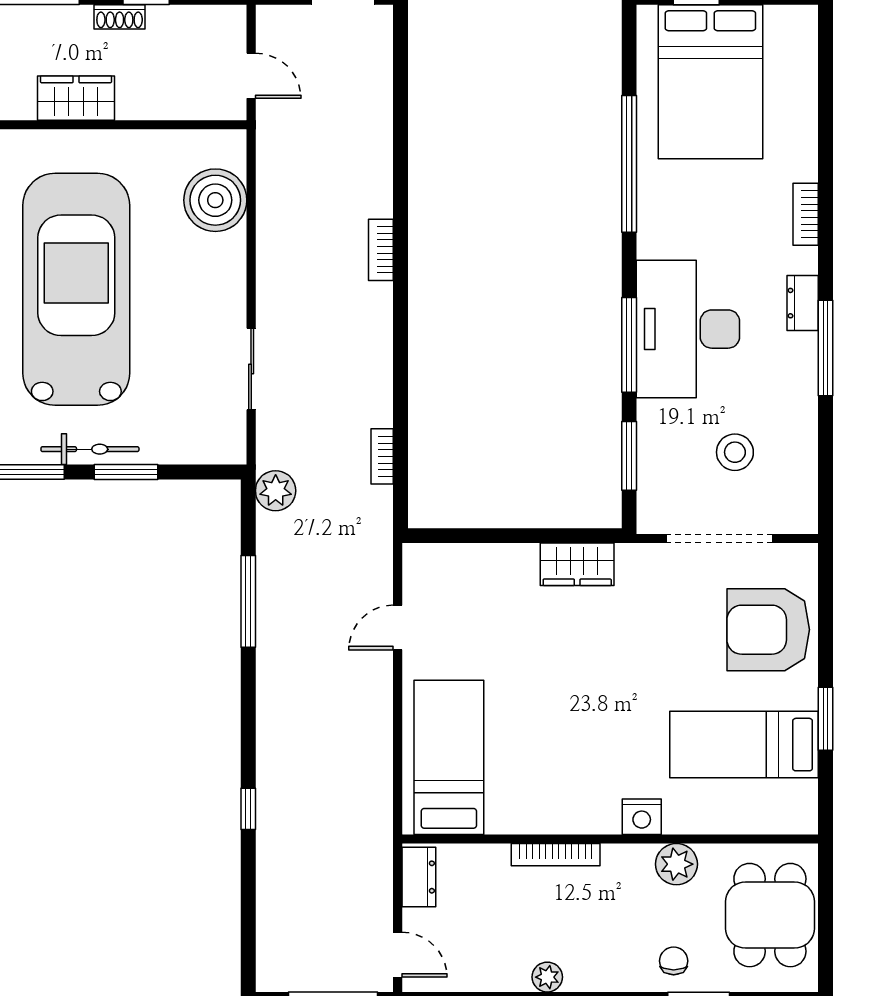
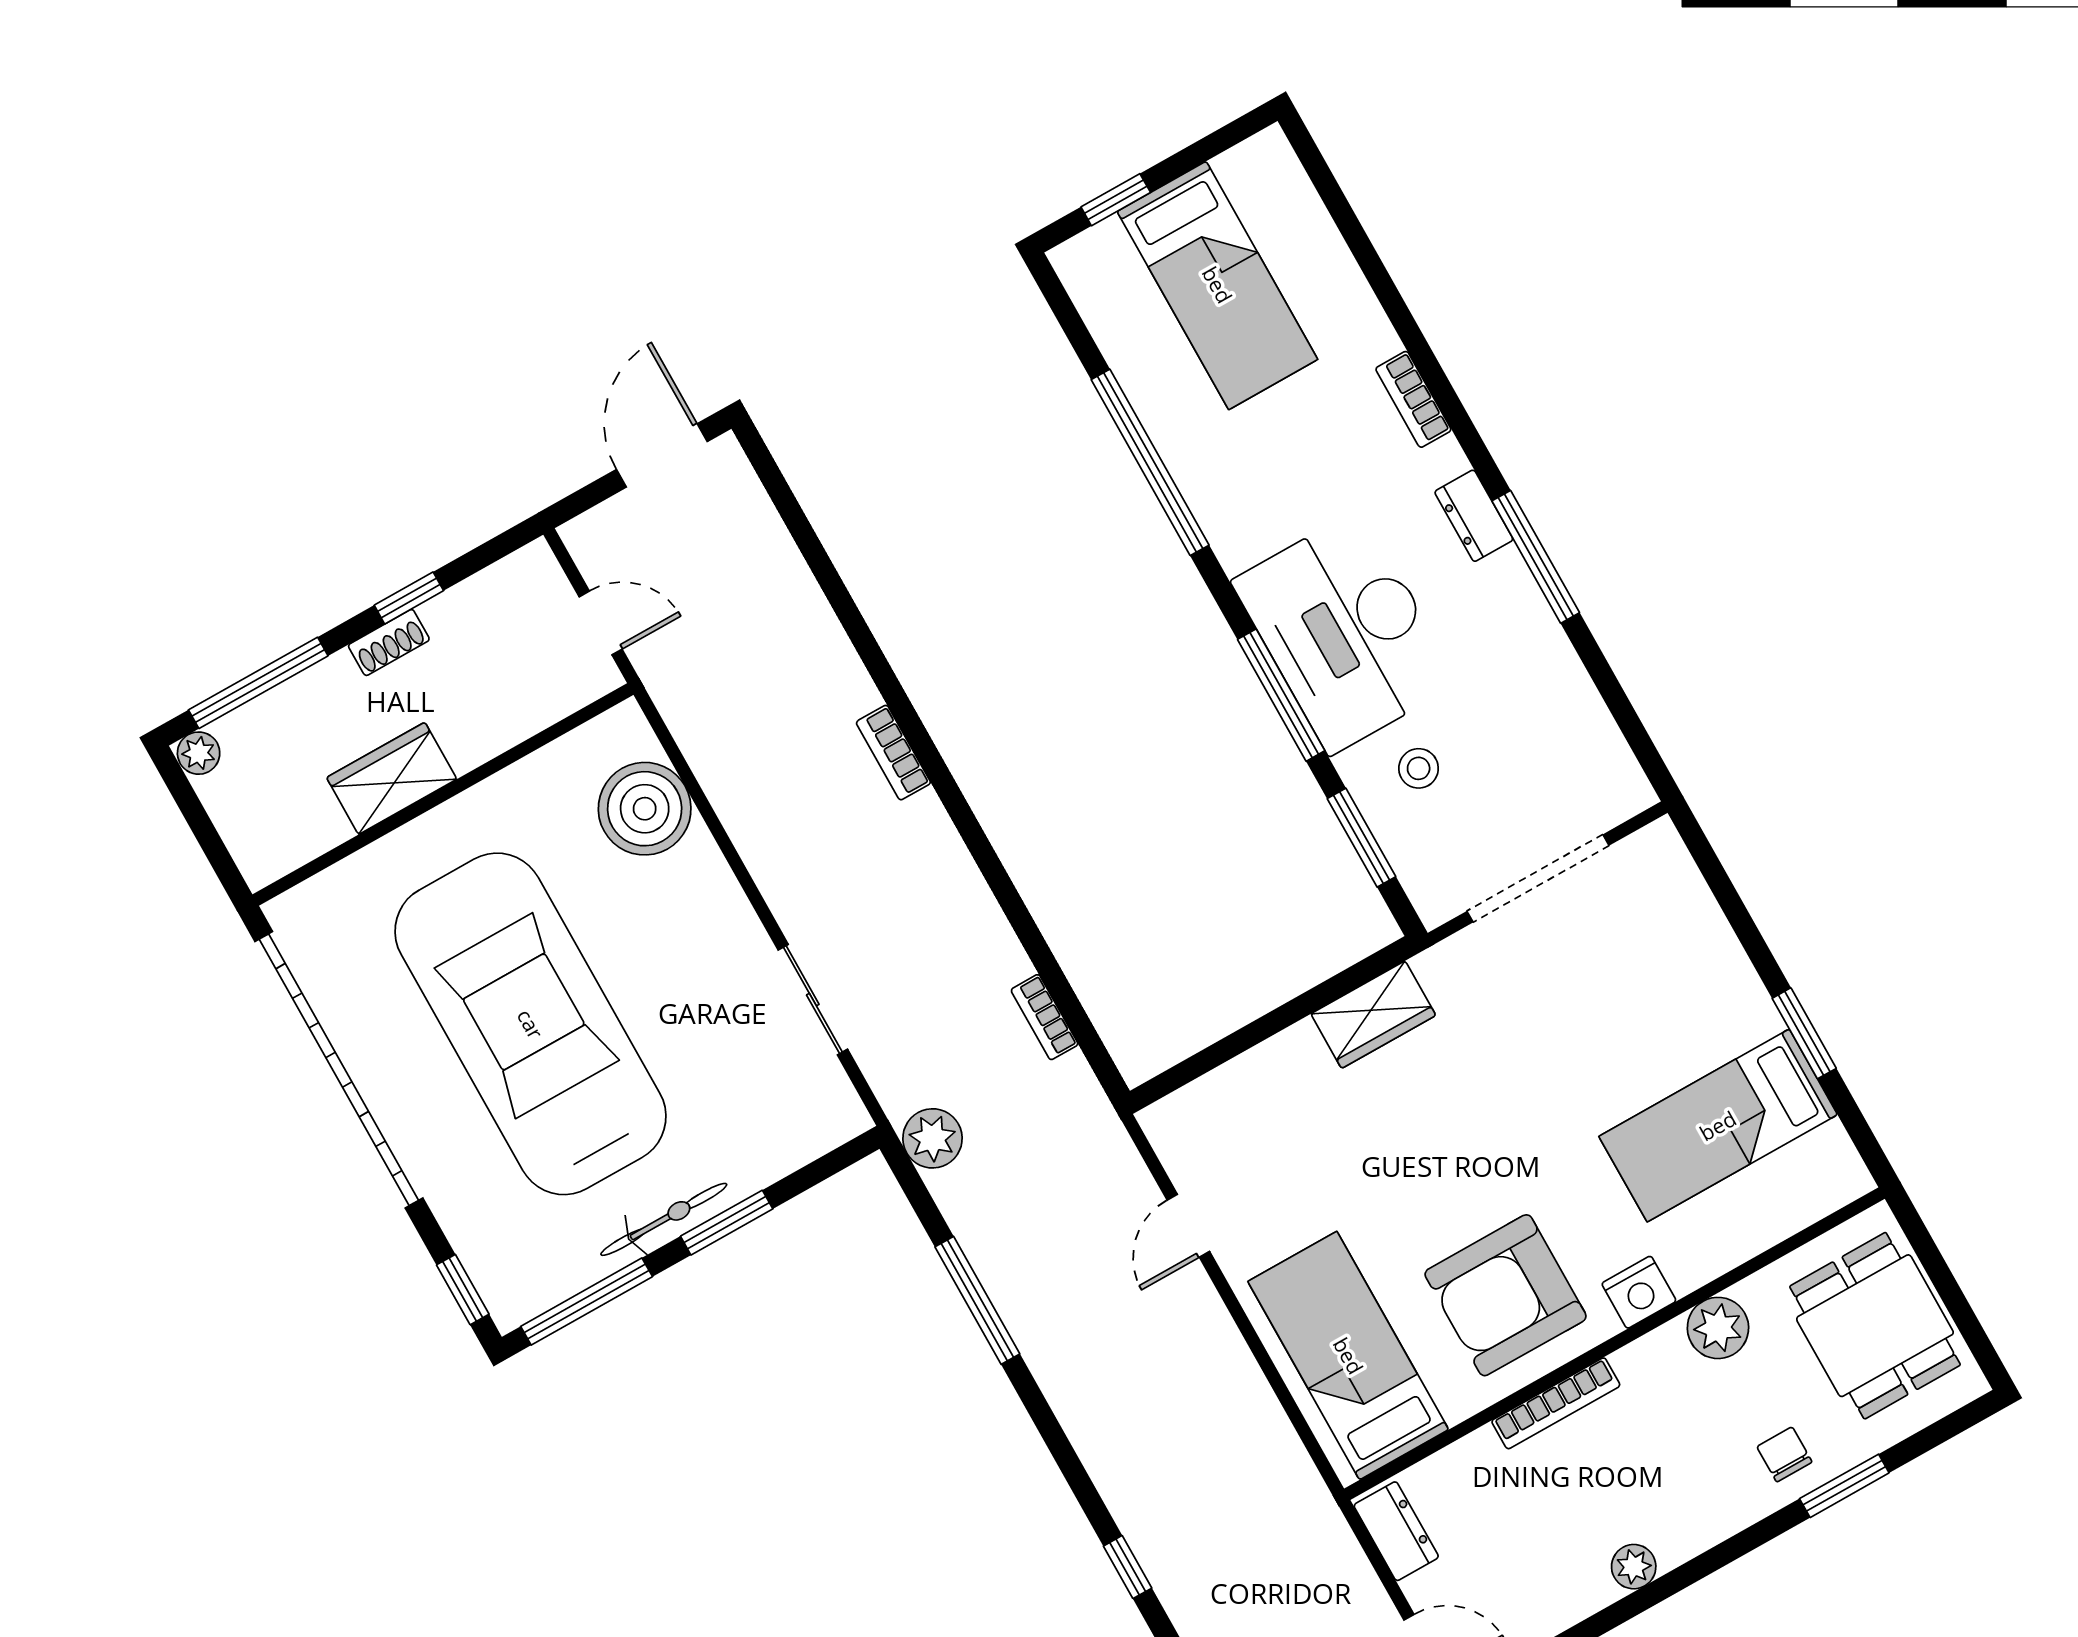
bed: (710, 82) -> (1217, 285), width x0.67
stool: (735, 452) -> (1419, 768), moved, width x0.73, depth x0.73
armchair: (768, 630) -> (1506, 1295), moved

